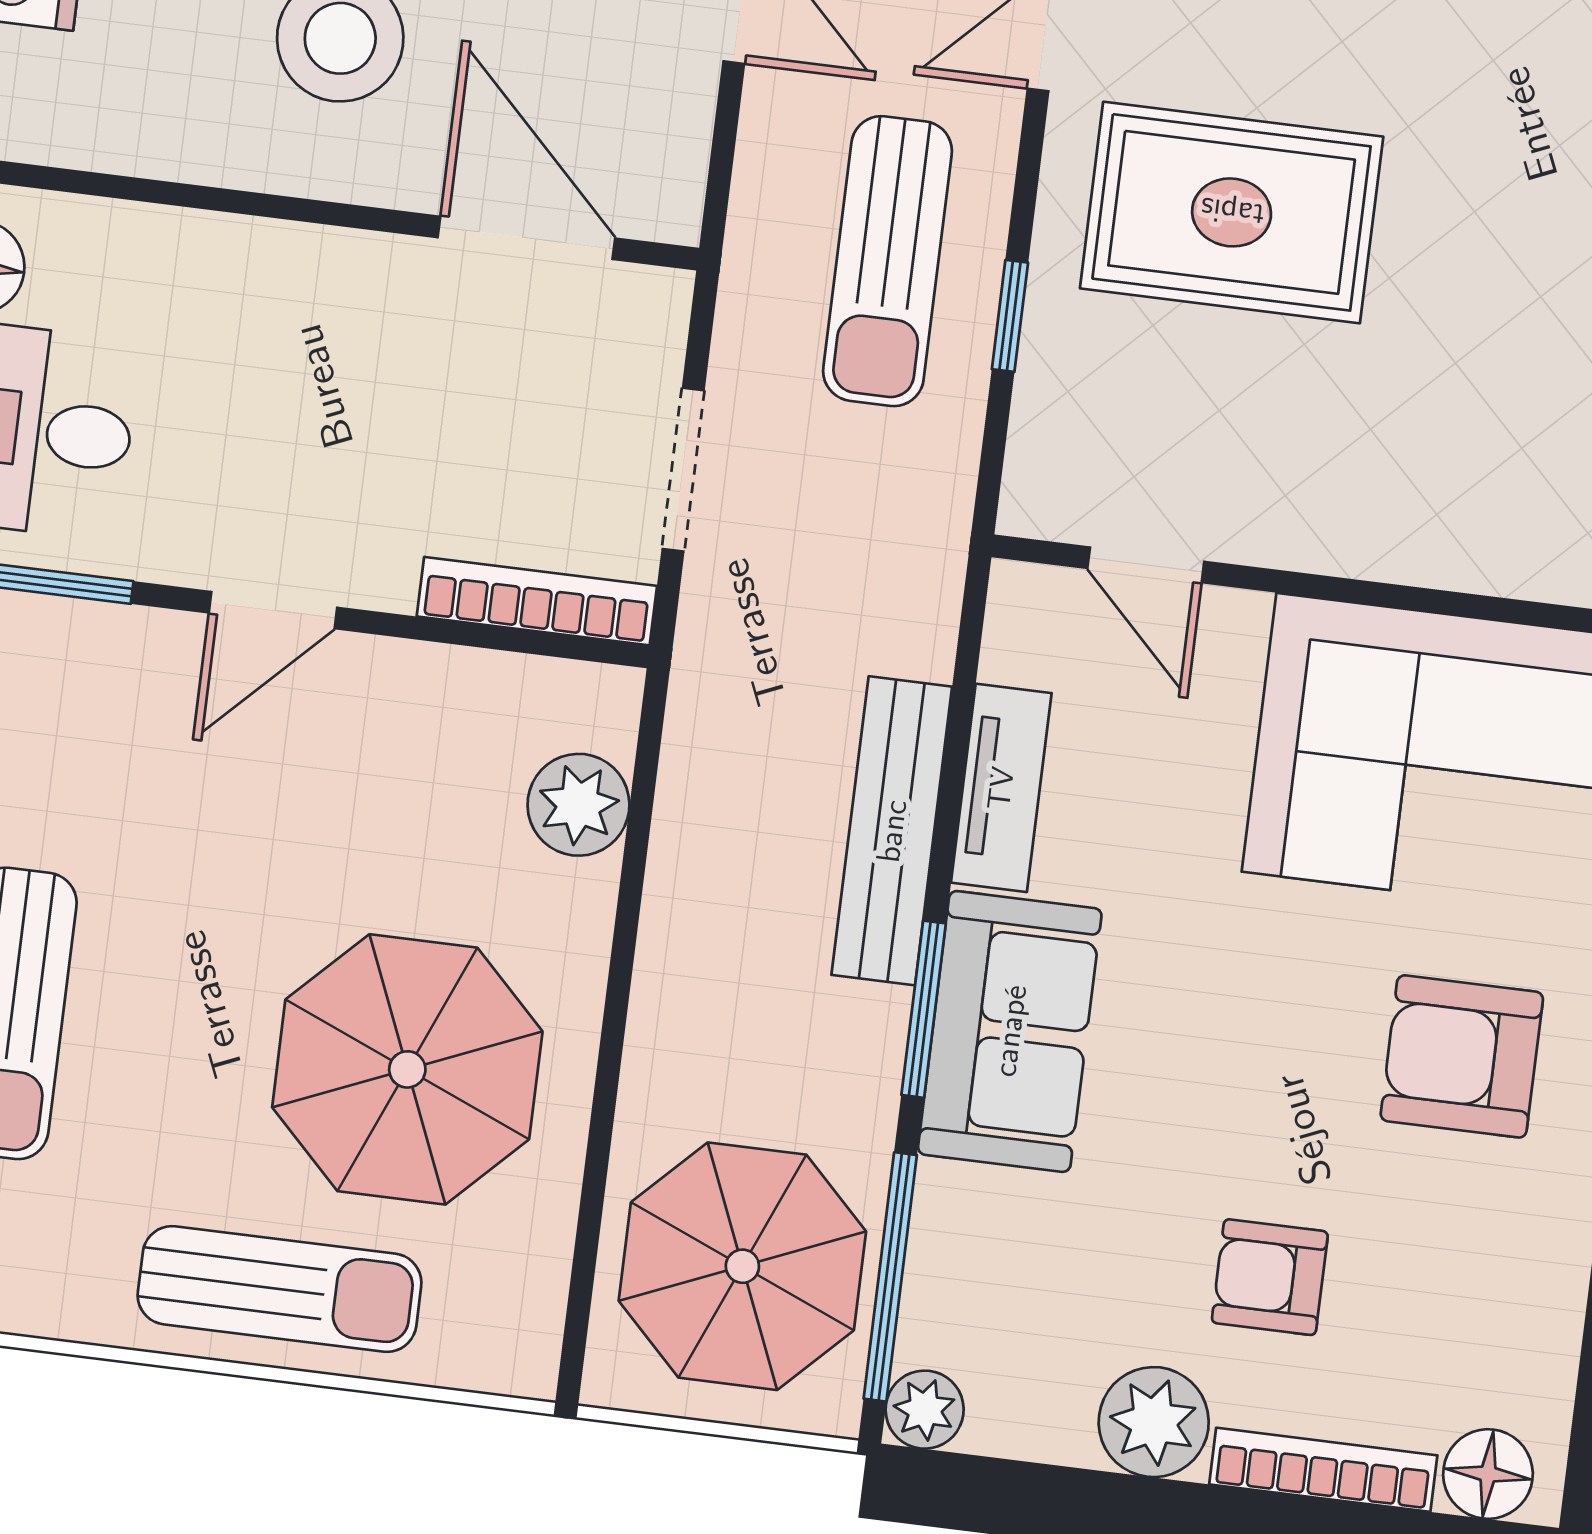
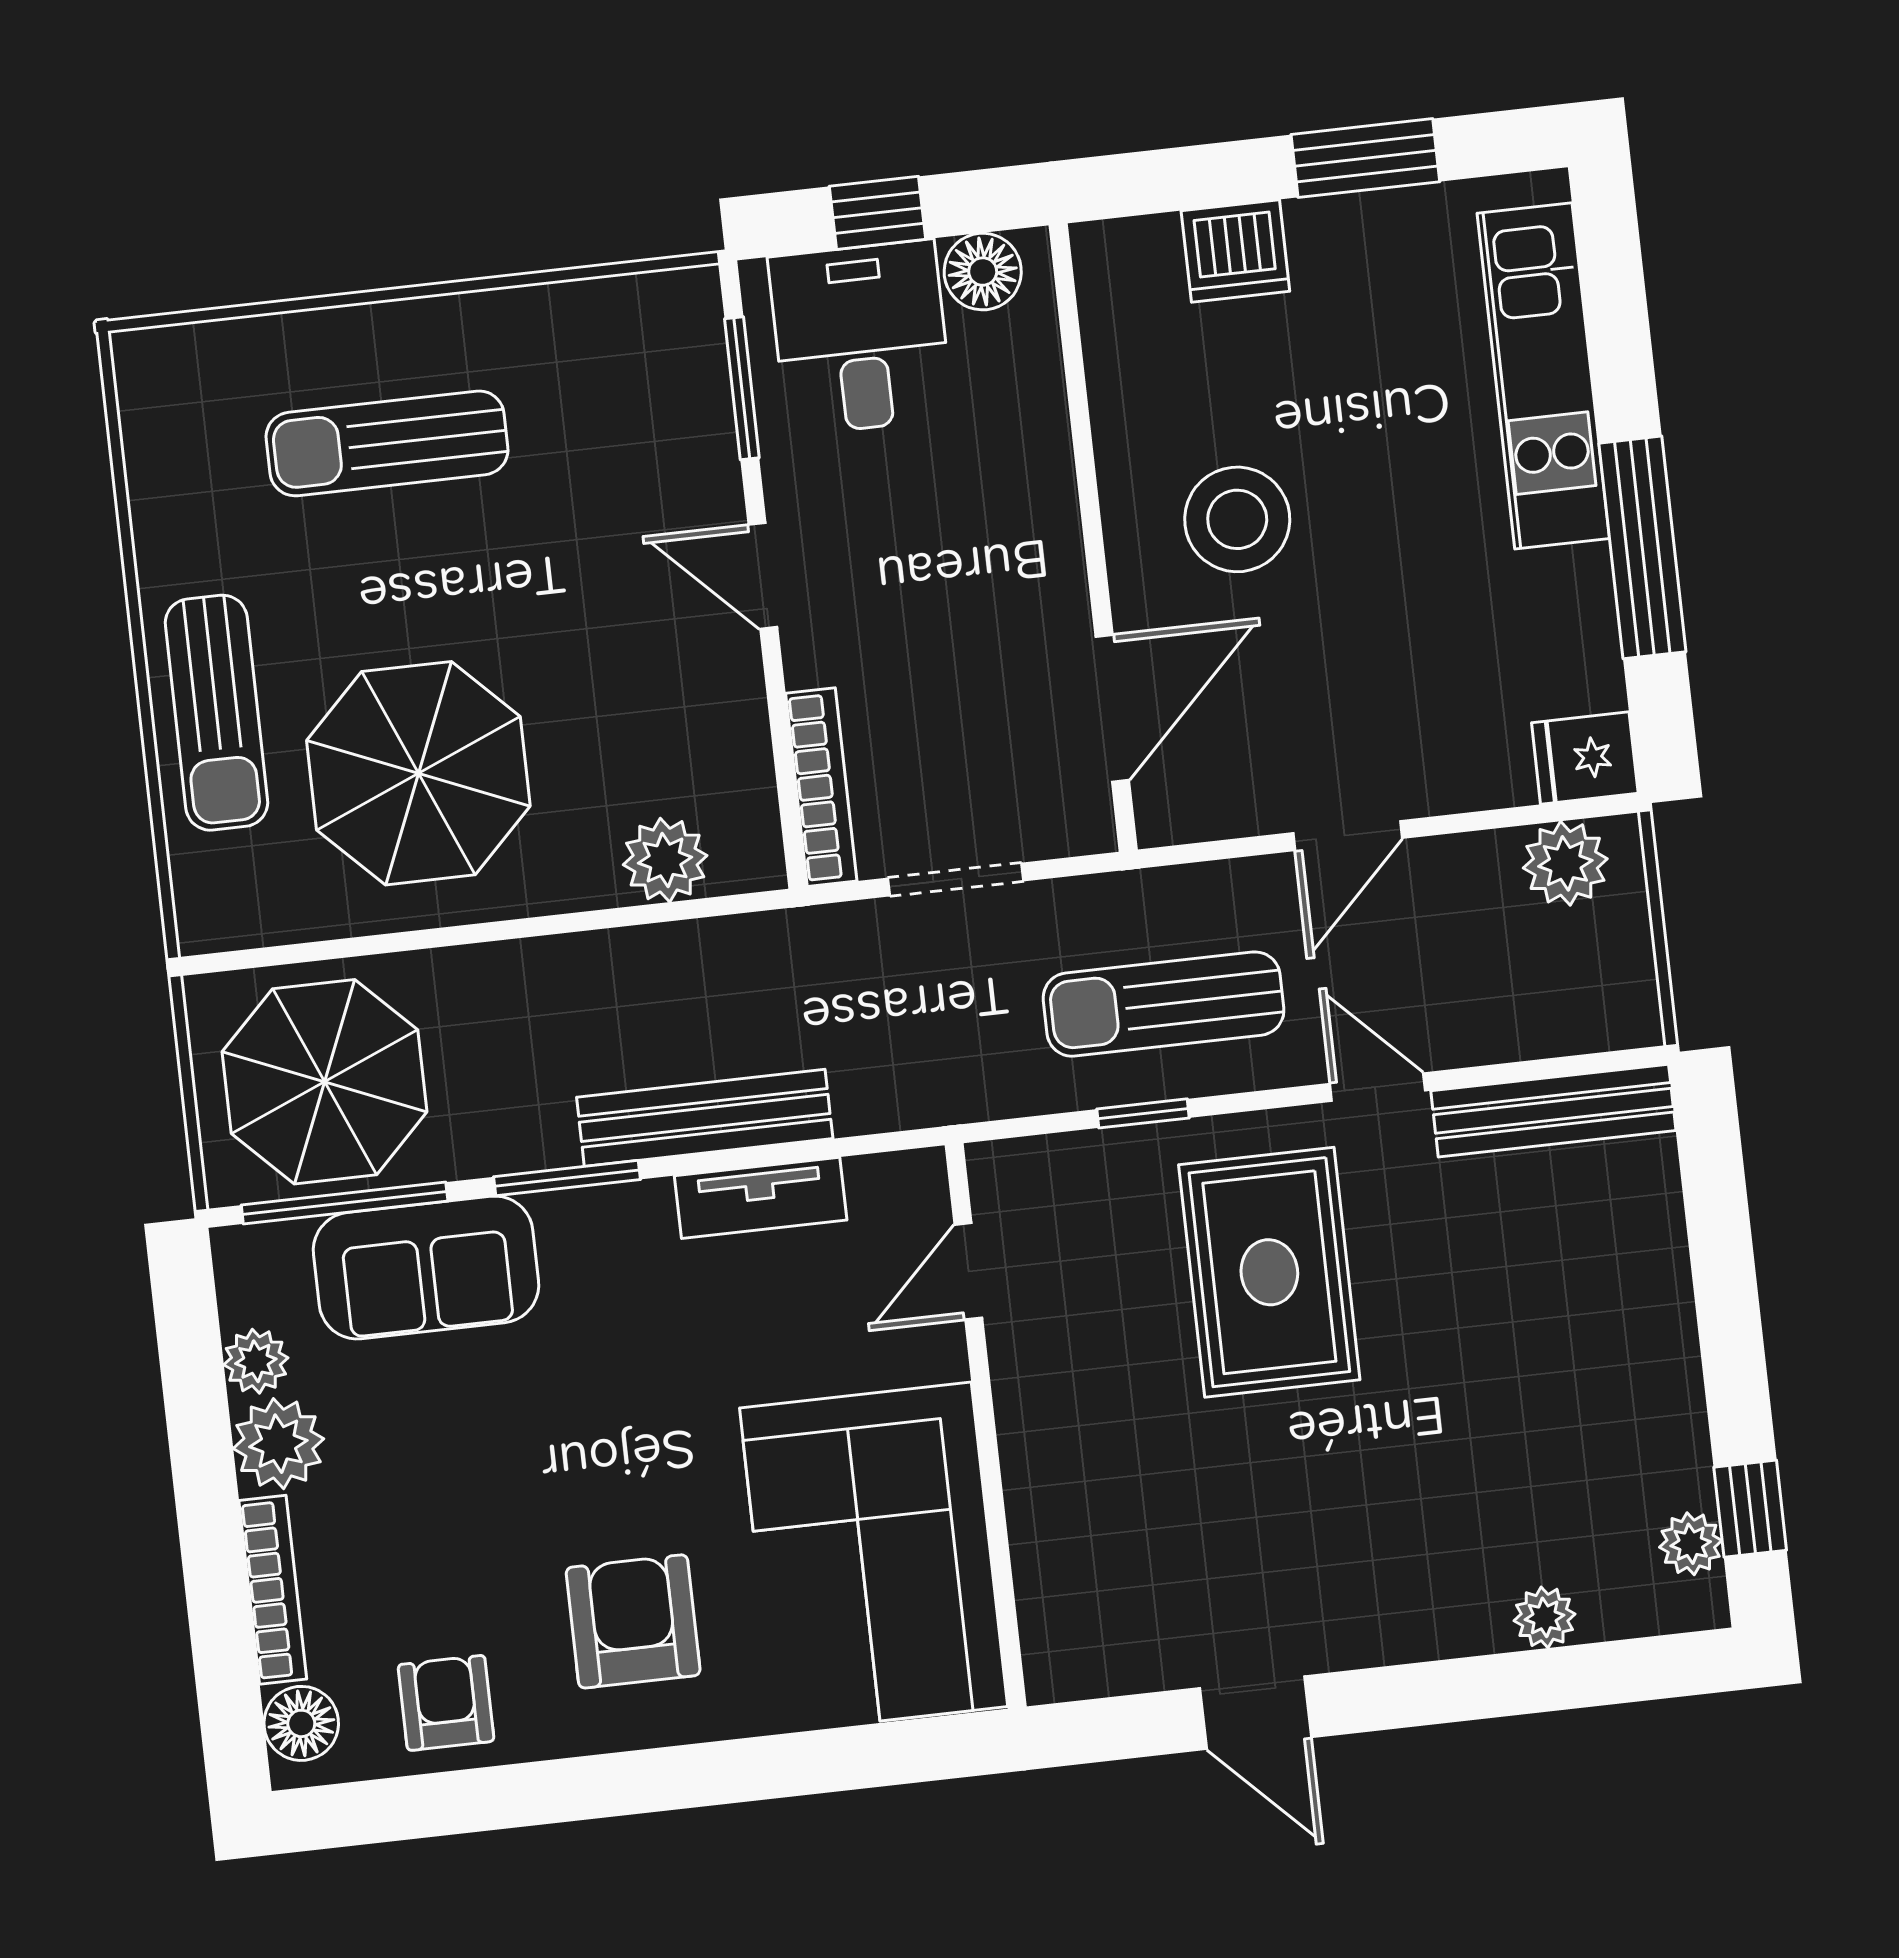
sofa: (1010, 1031) -> (426, 1268), moved
armchair: (1270, 1277) -> (446, 1703), moved
plant: (925, 1410) -> (256, 1361), moved

